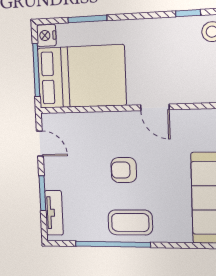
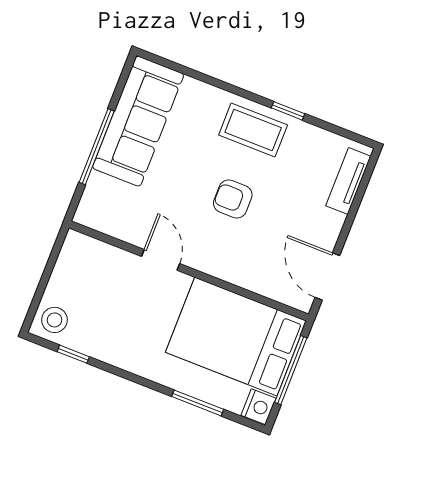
door: (40, 144) -> (327, 277), width x1.38
armchair: (124, 170) -> (233, 199), turned 180
window: (42, 193) -> (353, 212), removed
window: (113, 244) -> (288, 111), width x0.32

